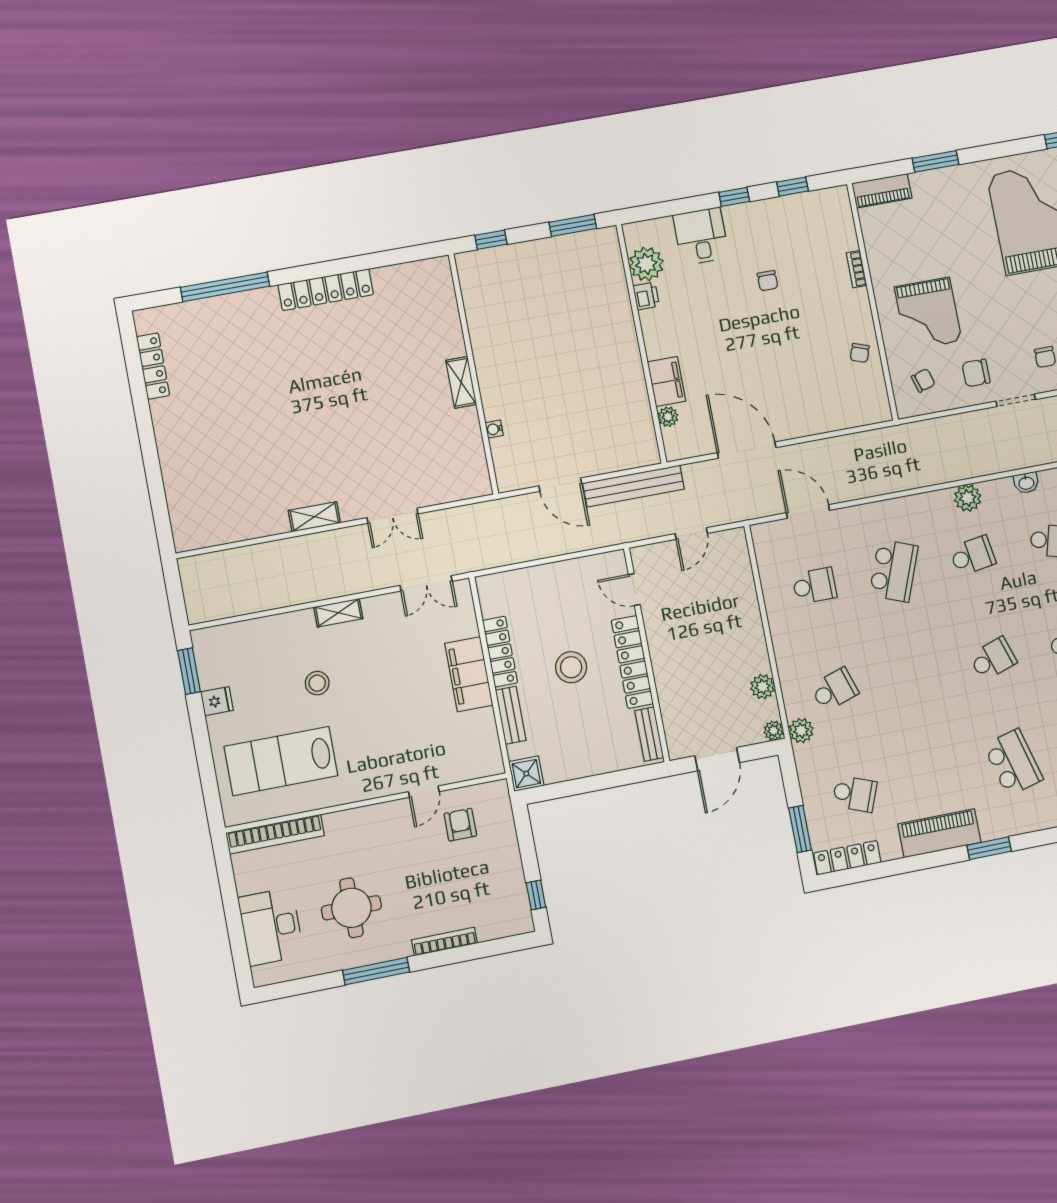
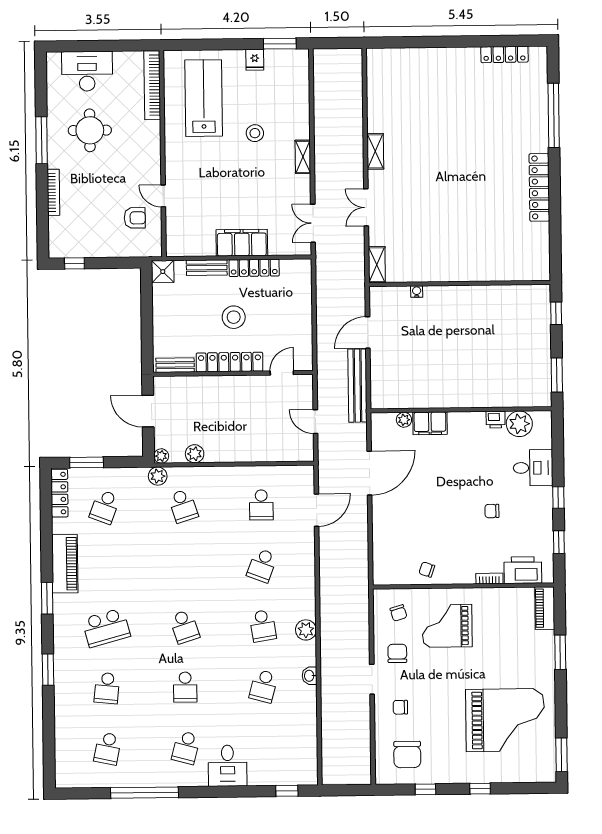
printer: (838, 227) -> (523, 570), added
shelving: (461, 382) -> (377, 265), moved, turned 90
school desk: (894, 571) -> (262, 565), width x0.54

